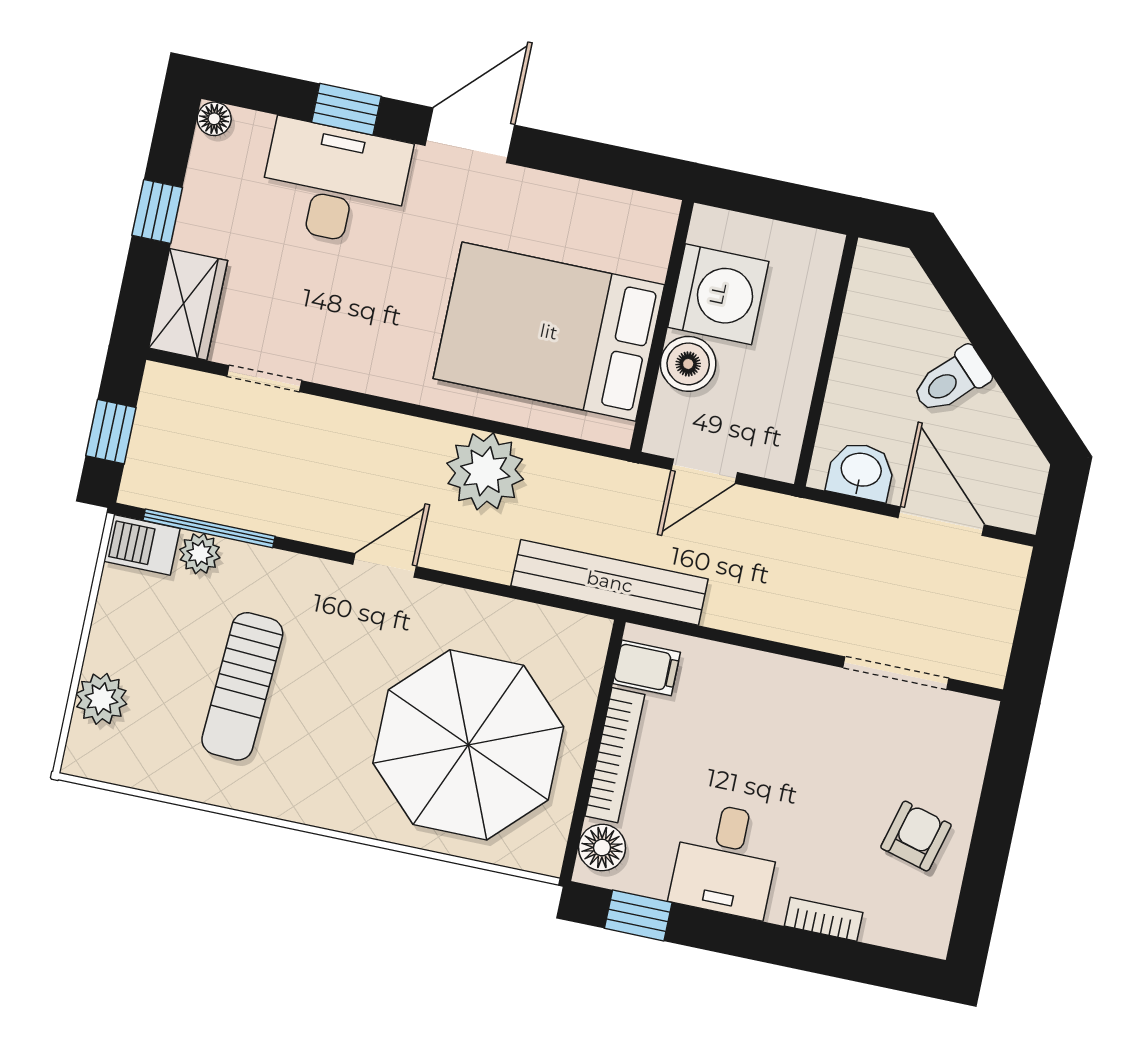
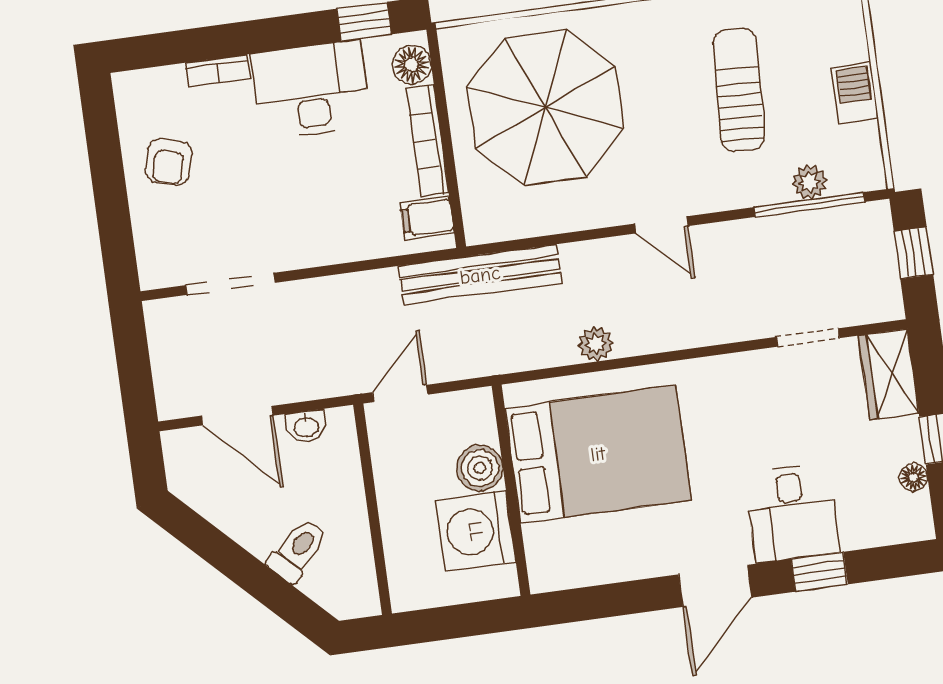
floor lamp: (214, 119) -> (913, 477), moved
desk: (335, 183) -> (792, 513), width x0.73
toilet: (951, 381) -> (297, 550), moved
plant: (485, 471) -> (596, 344), width x0.53, depth x0.53
door: (704, 471) -> (400, 393), moved
washbasin: (861, 471) -> (306, 427), width x0.72, depth x0.69
barbecue: (142, 545) -> (855, 93), moved, turned -90
door: (385, 565) -> (661, 225), hinge flipped
plant: (101, 699) -> (846, 41), removed
desk: (726, 860) -> (311, 90), width x1.37

